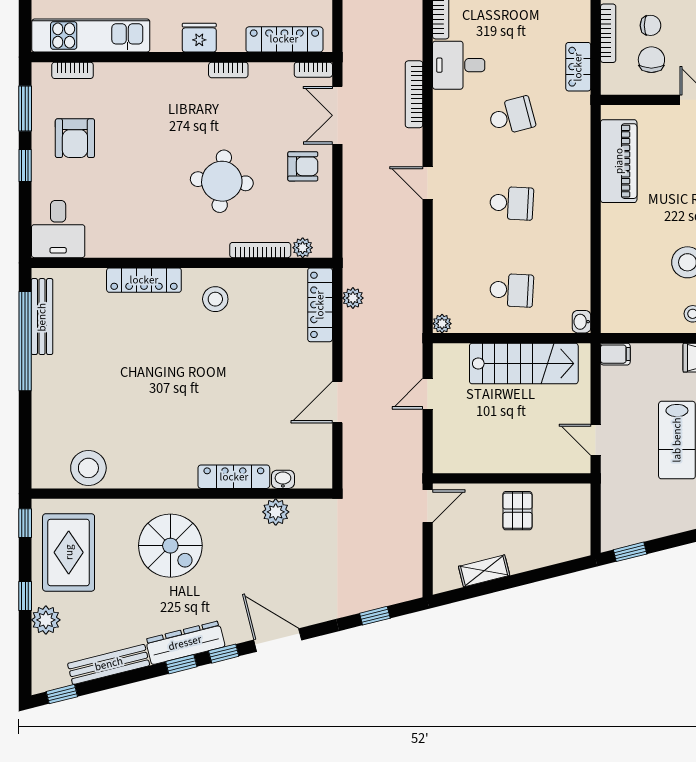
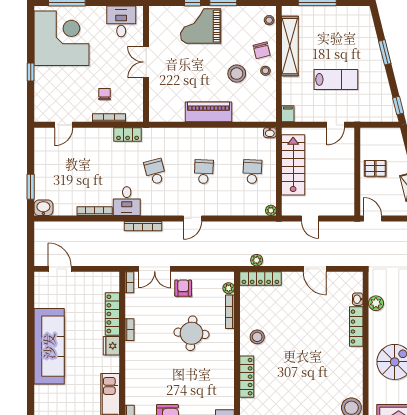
locker: (284, 39) -> (112, 314), moved
chair: (651, 60) -> (124, 94), removed
piano: (619, 161) -> (209, 112), moved

